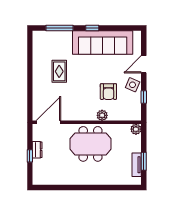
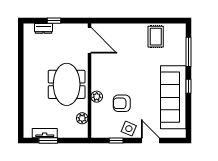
rug: (59, 71) -> (156, 37), moved, turned 90
plant: (136, 129) -> (82, 118), moved
dresser: (37, 150) -> (43, 28), moved

